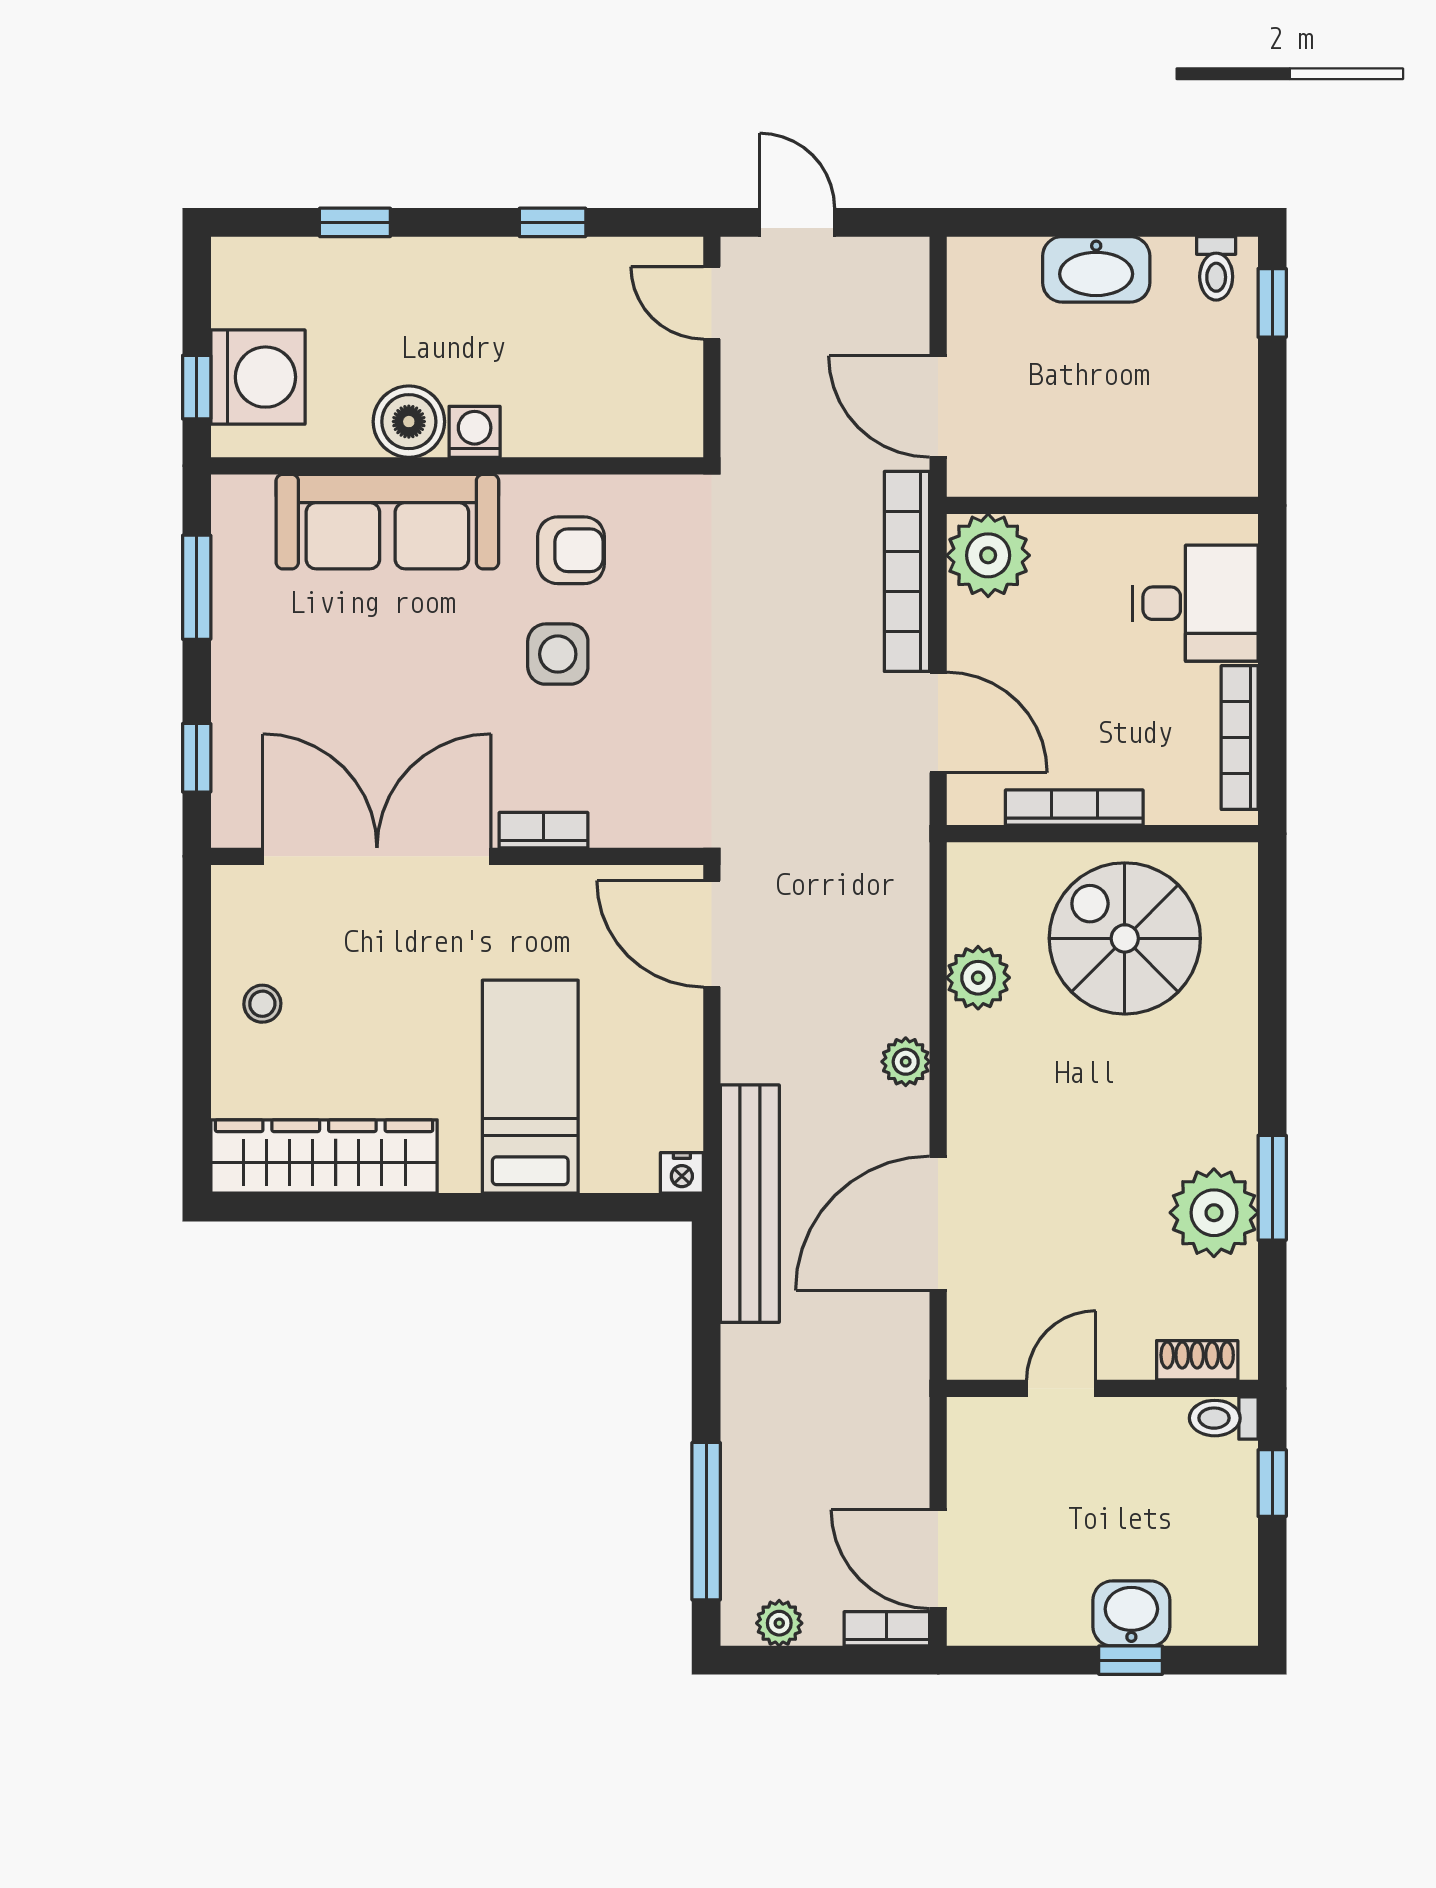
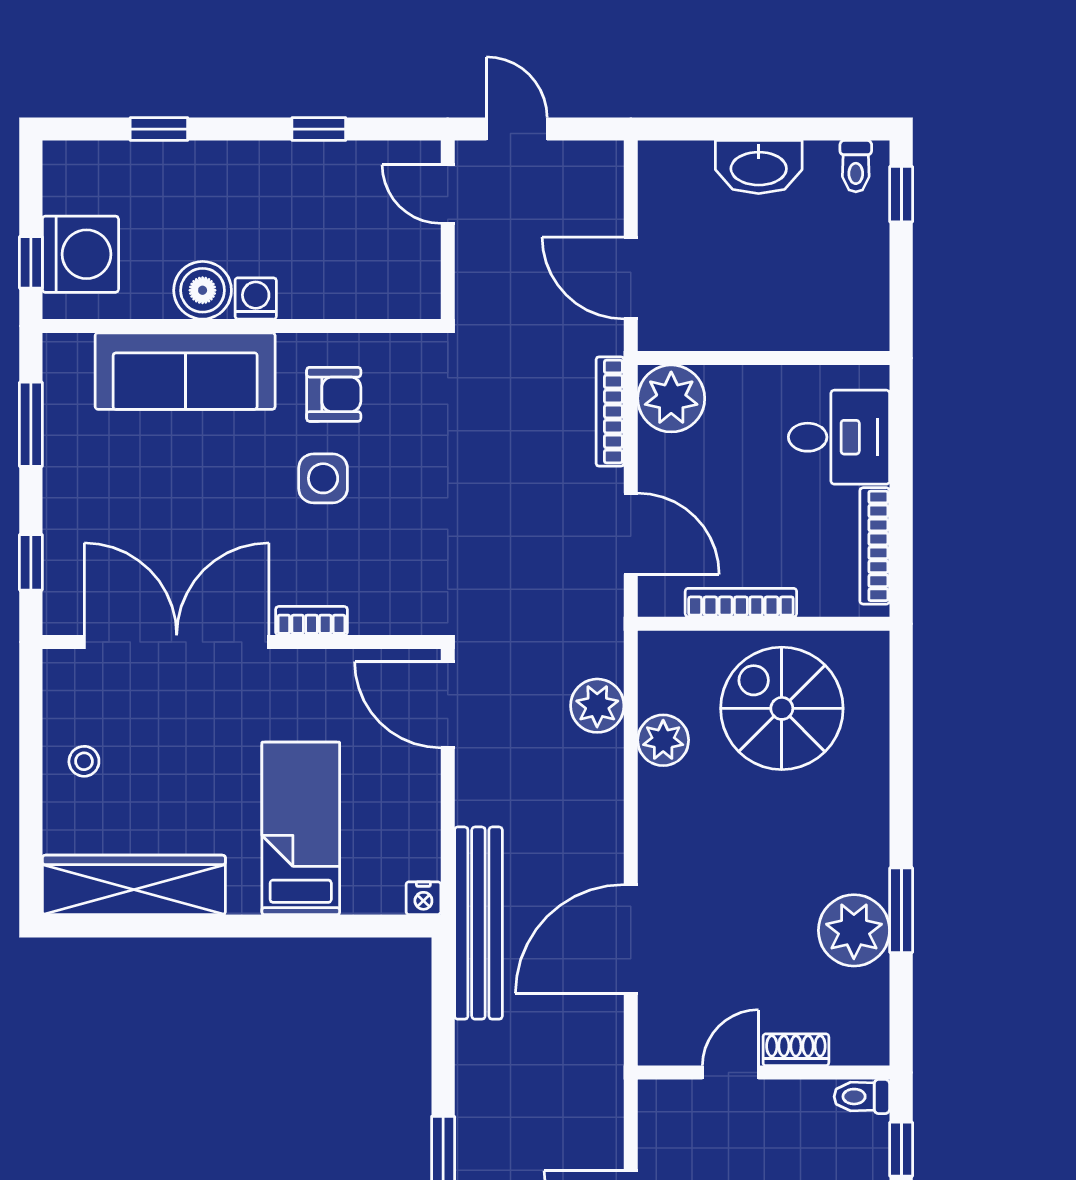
bookcase: (907, 571) -> (610, 411), width x0.68, depth x0.76
plant: (906, 1062) -> (597, 706), moved, width x1.38, depth x1.38
shoe rack: (1197, 1360) -> (796, 1050), moved

